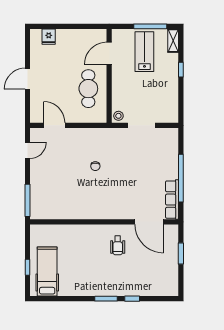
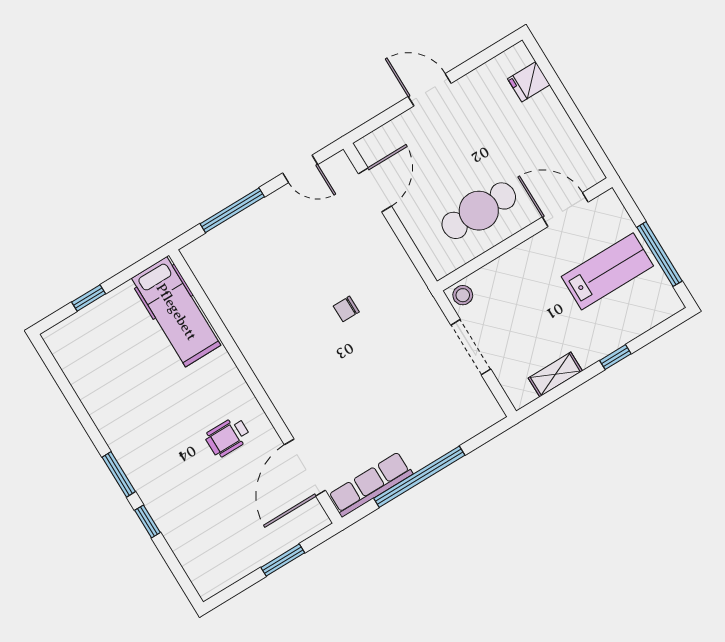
shelving: (173, 41) -> (555, 374), moved
window: (28, 200) -> (232, 210), moved
hospital bed: (47, 271) -> (176, 312), moved, turned 90

